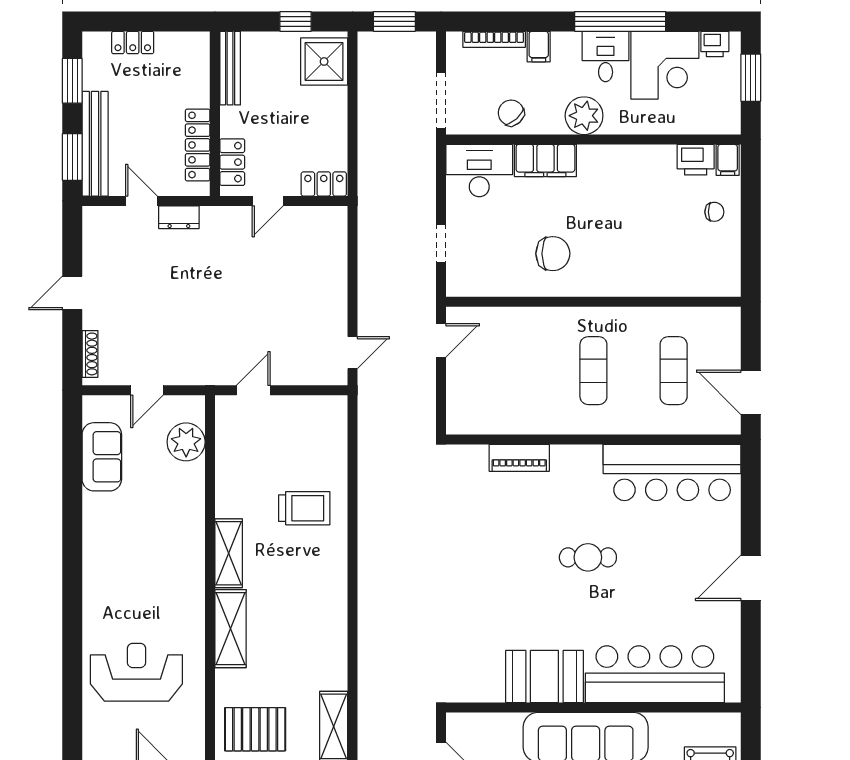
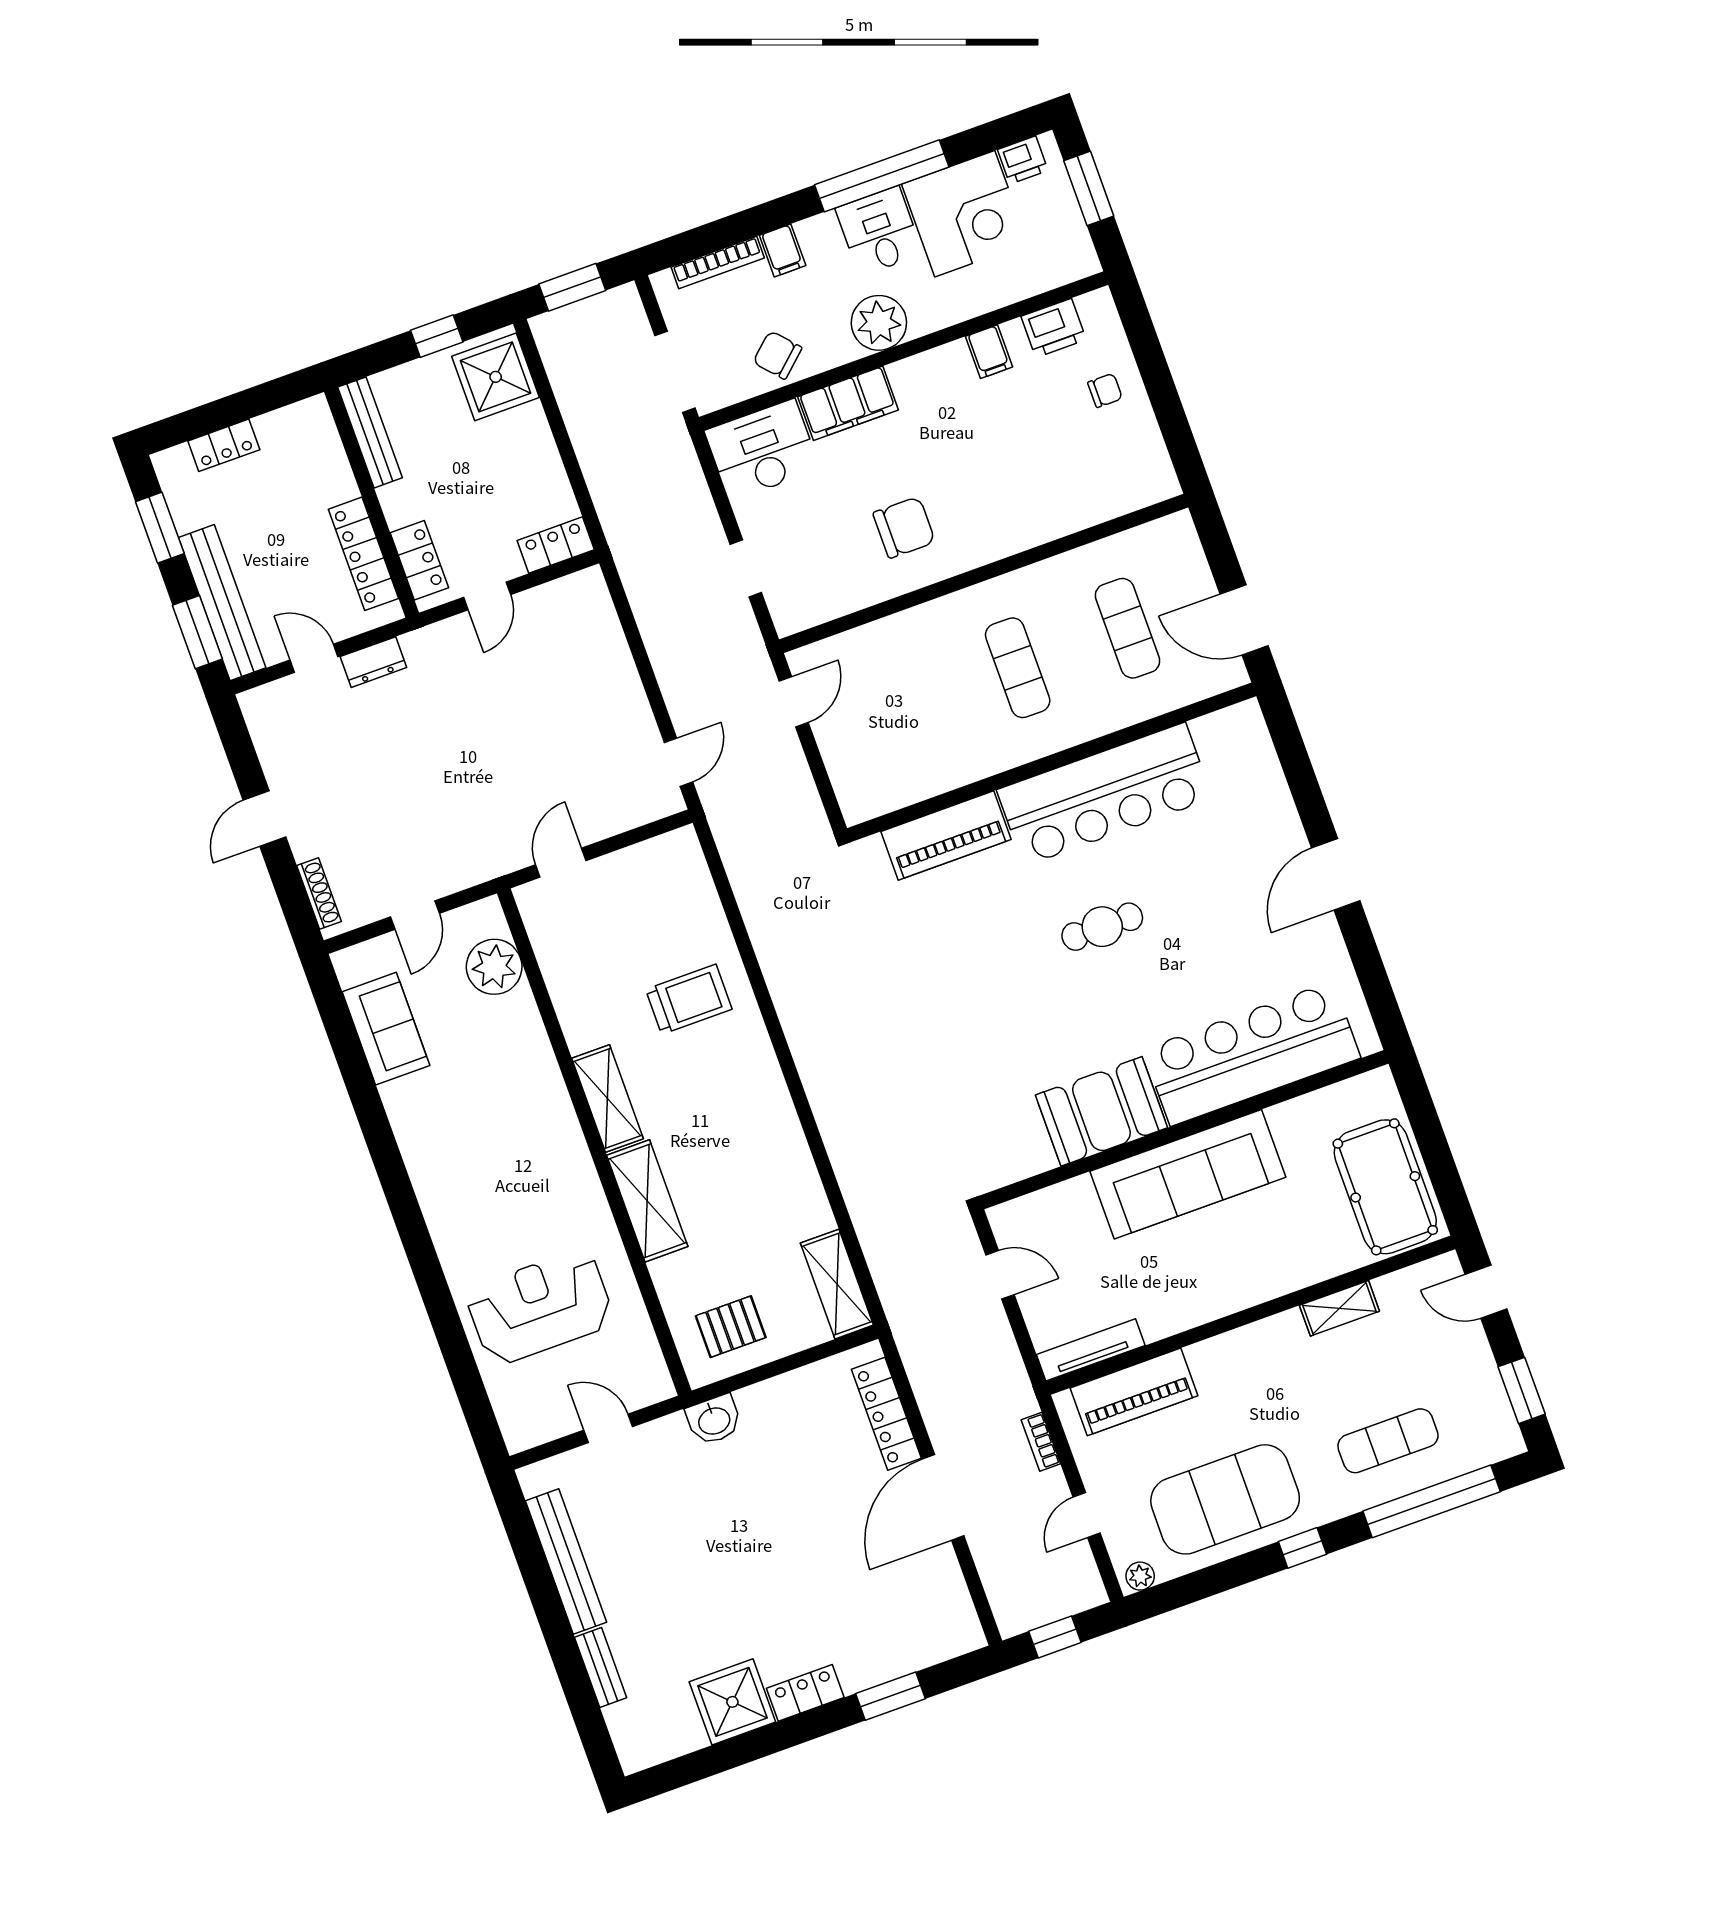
filing cabinet: (728, 160) -> (989, 352), moved
piano: (519, 458) -> (946, 835), width x1.37, depth x1.33
bar counter: (672, 472) -> (1105, 794), moved
pallet: (255, 729) -> (731, 1327), width x0.67, depth x0.71

